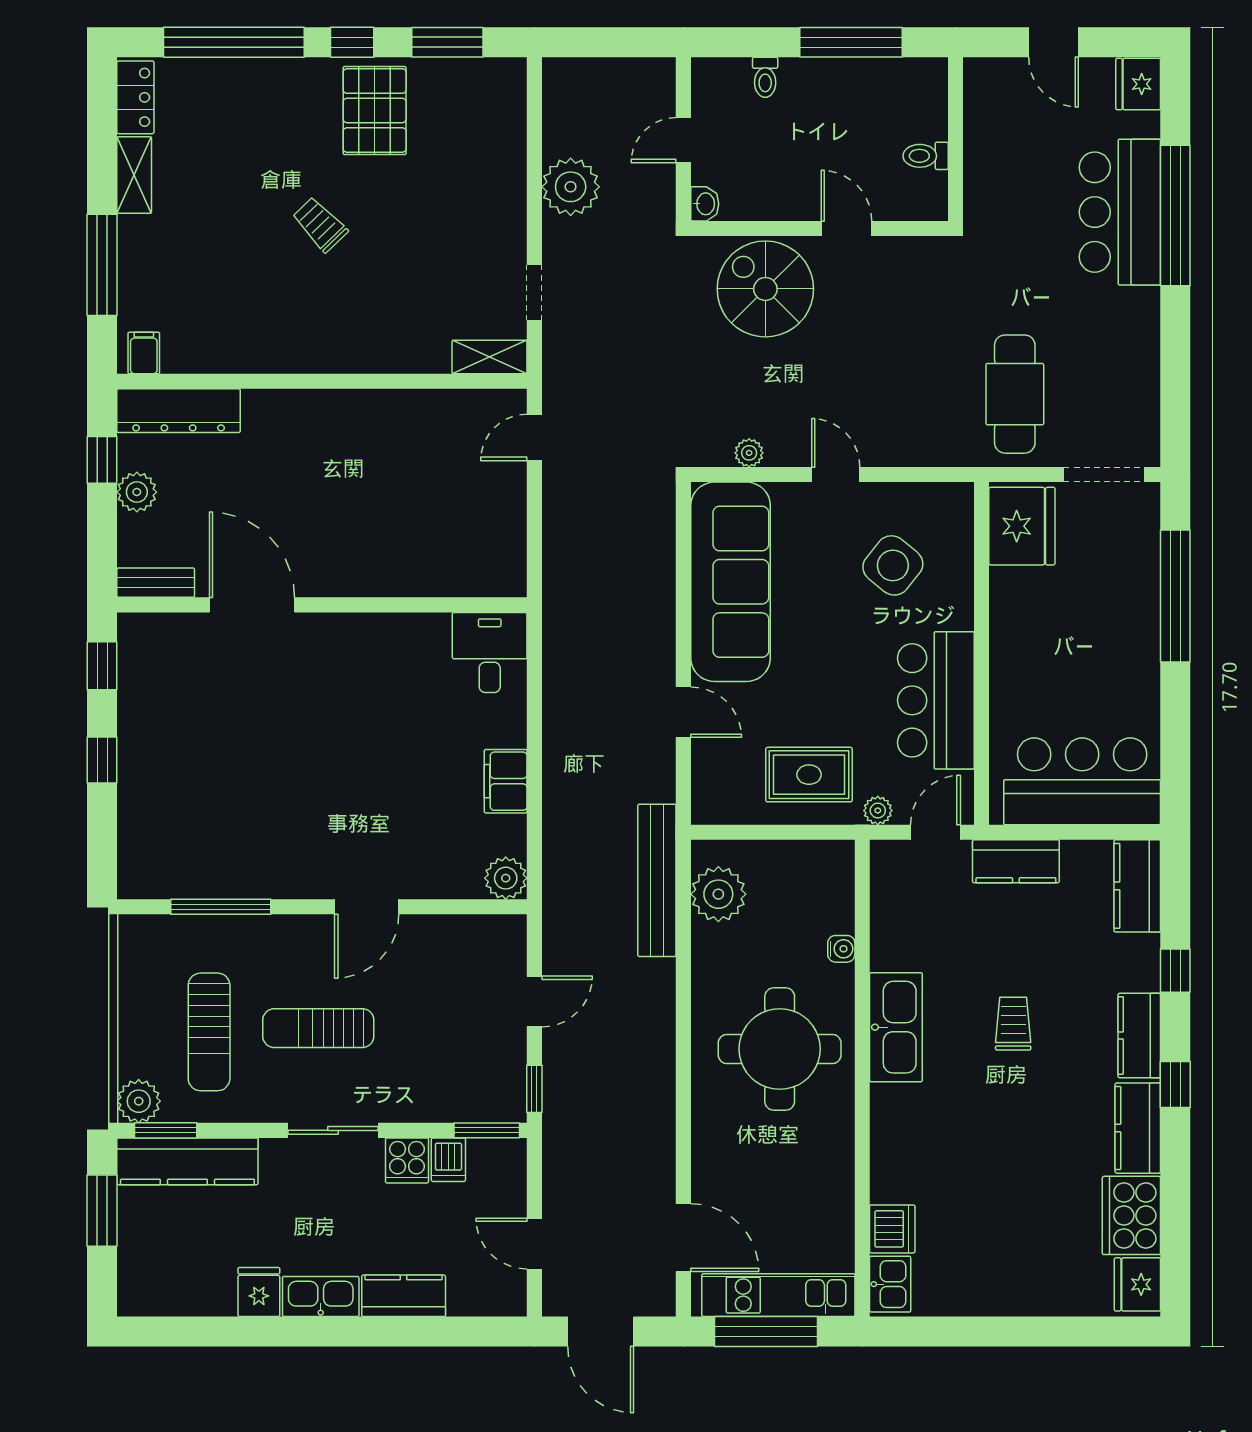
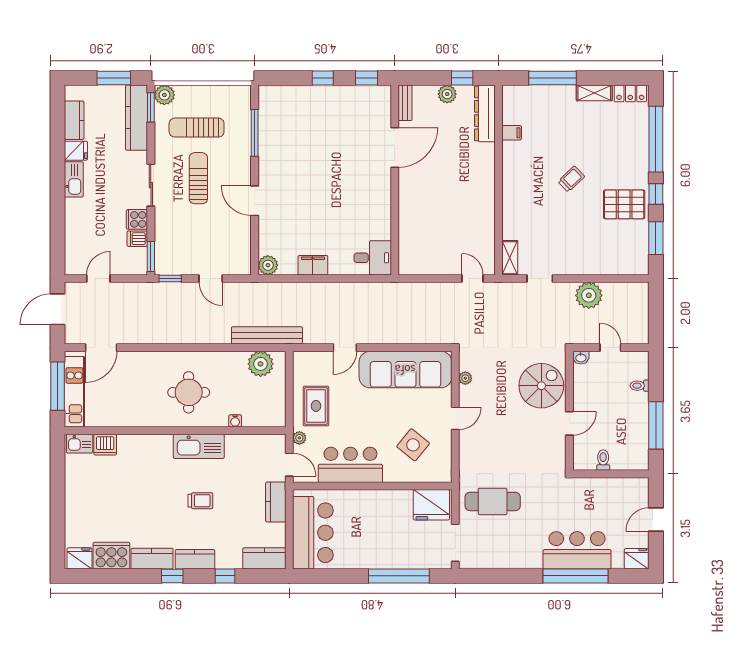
filing cabinet: (144, 353) -> (512, 133), moved
round table: (780, 1049) -> (189, 392), width x0.73, depth x0.73
kitchen counter: (404, 1296) -> (74, 120), moved

